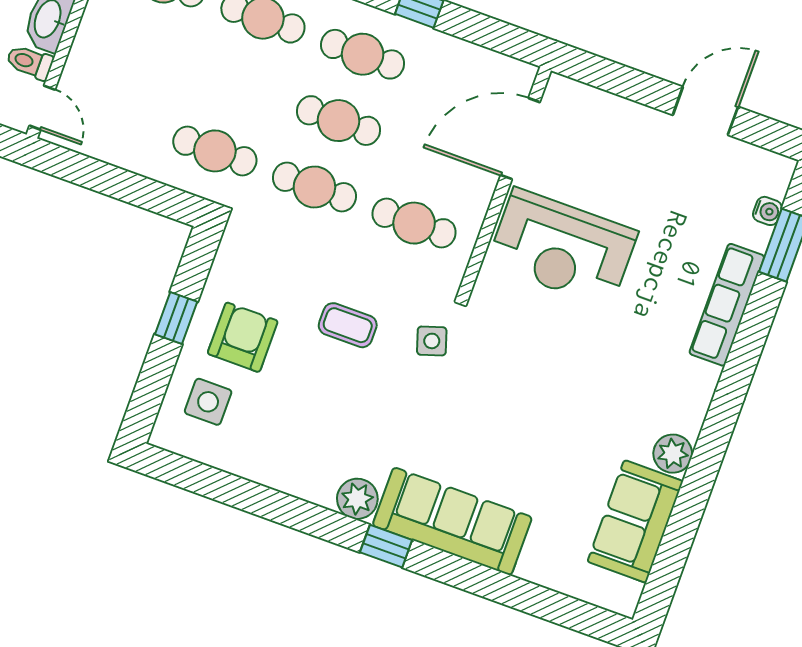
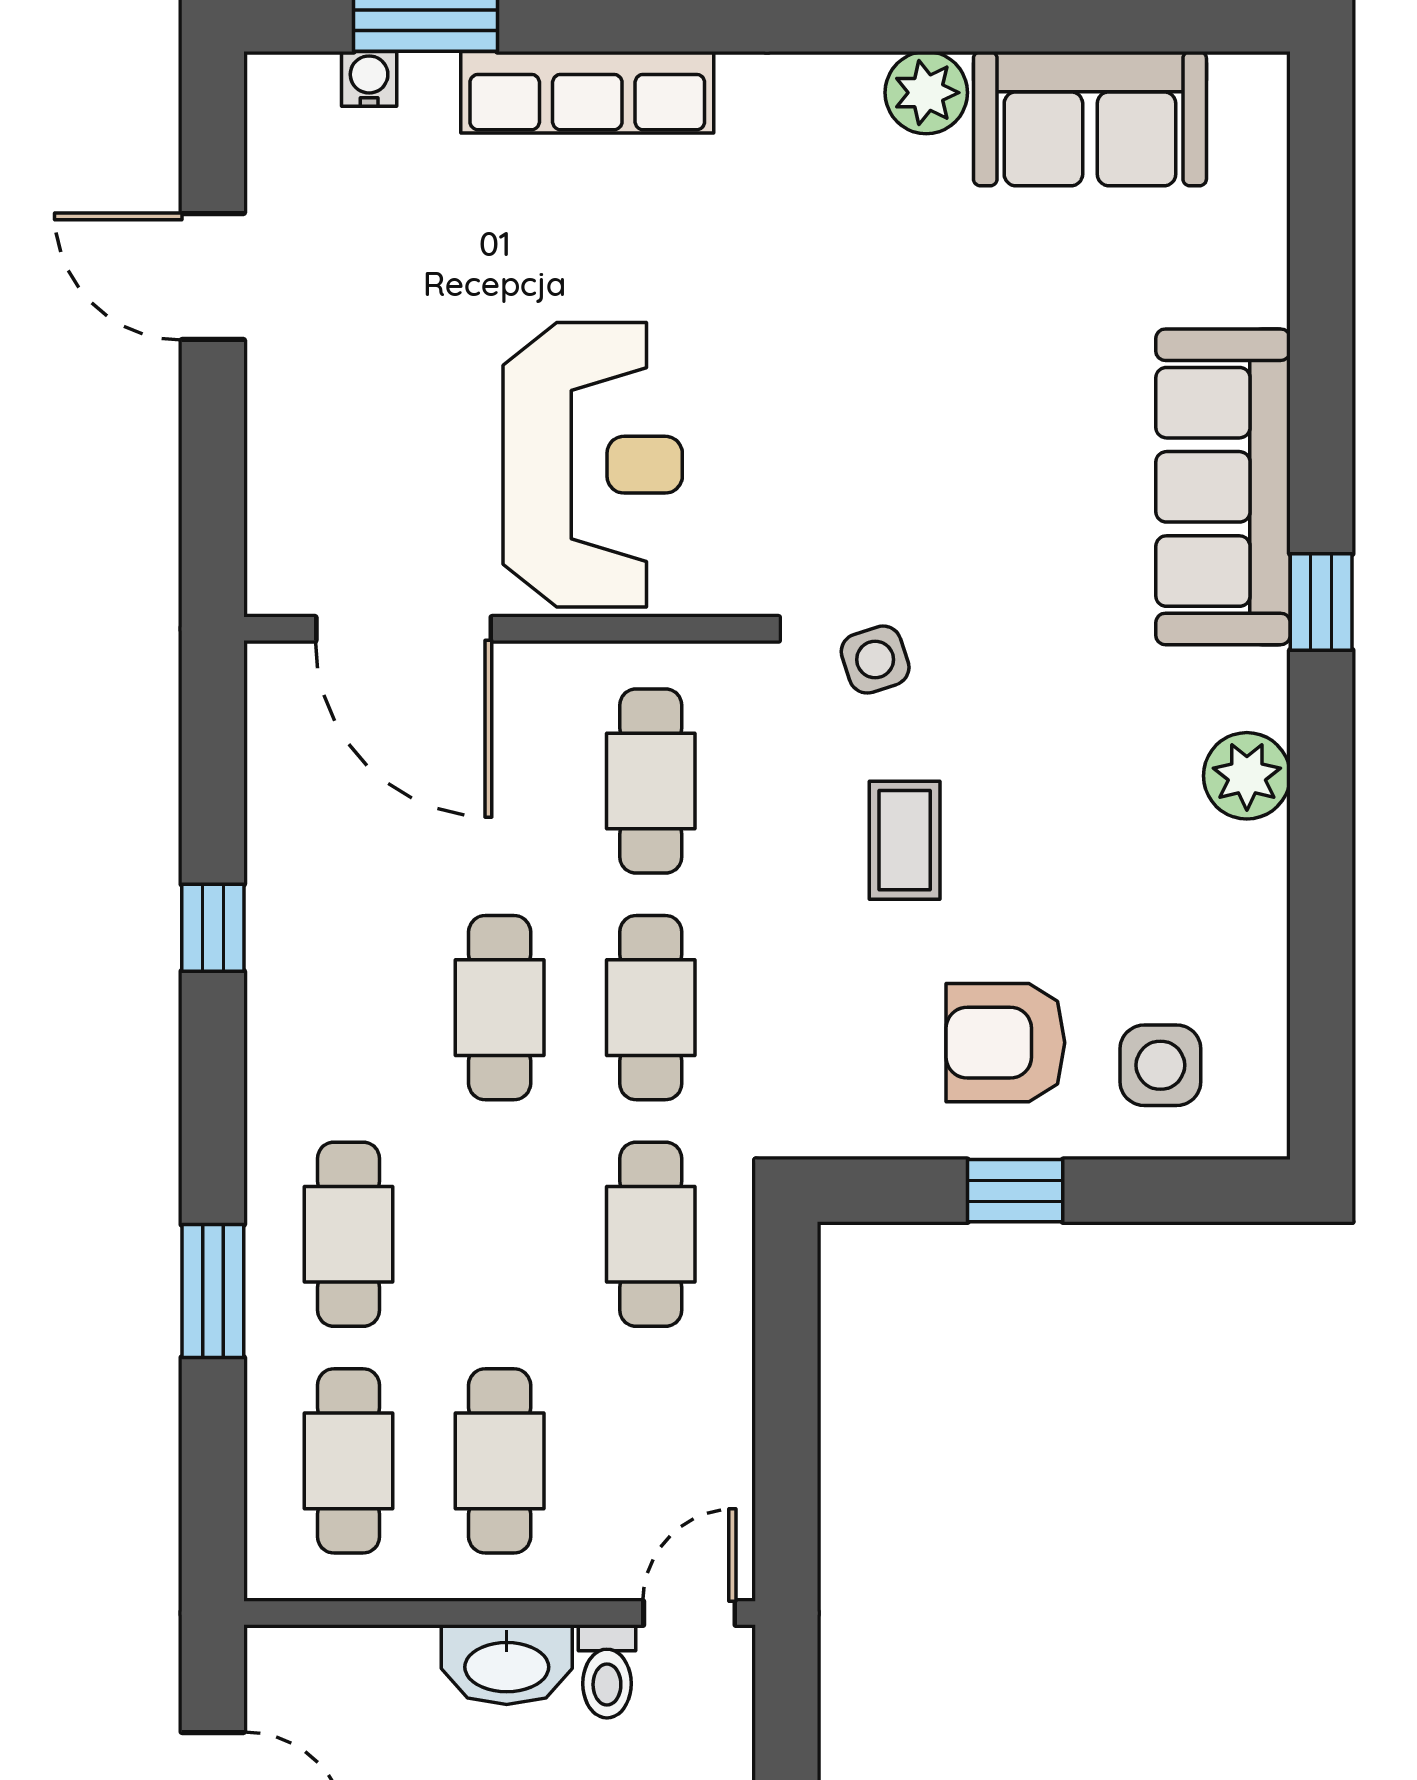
cafe table: (363, 54) -> (500, 1461), moved
plant: (357, 499) -> (1247, 776), moved

